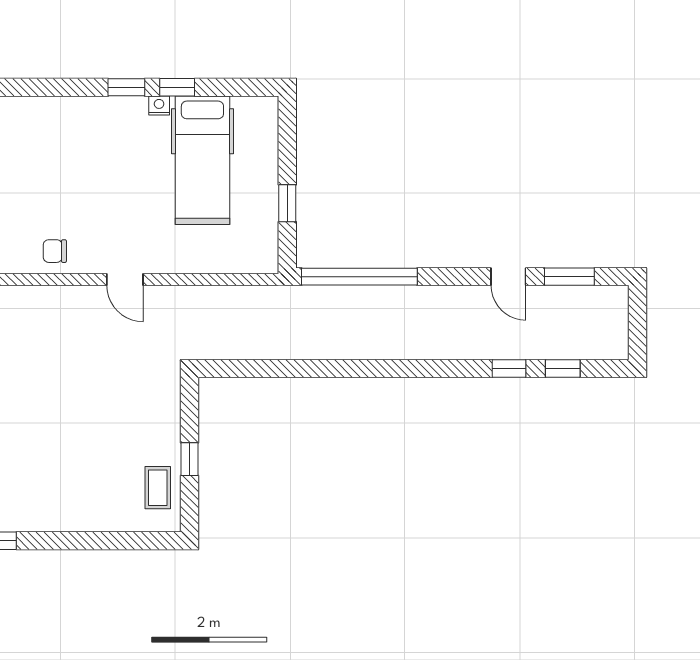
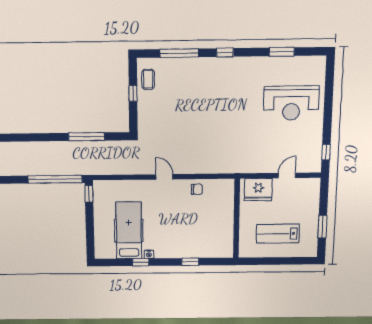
window: (126, 87) -> (190, 262), moved
window: (287, 203) -> (89, 194), moved
window: (289, 368) -> (87, 137), added
window: (93, 541) -> (179, 53), added

